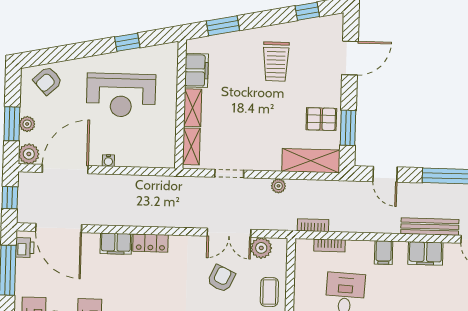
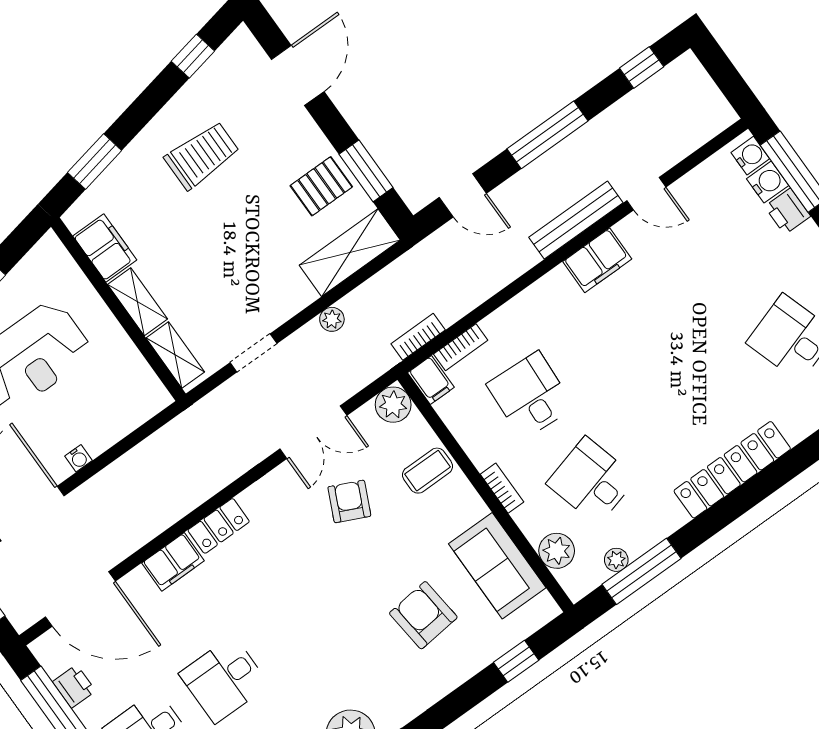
trolley: (276, 61) -> (202, 155), turned -90
printer: (25, 248) -> (74, 686), moved
plant: (261, 248) -> (393, 405), moved
filing cabinet: (384, 253) -> (431, 380), moved
coffee table: (269, 292) -> (428, 471), turned 90

